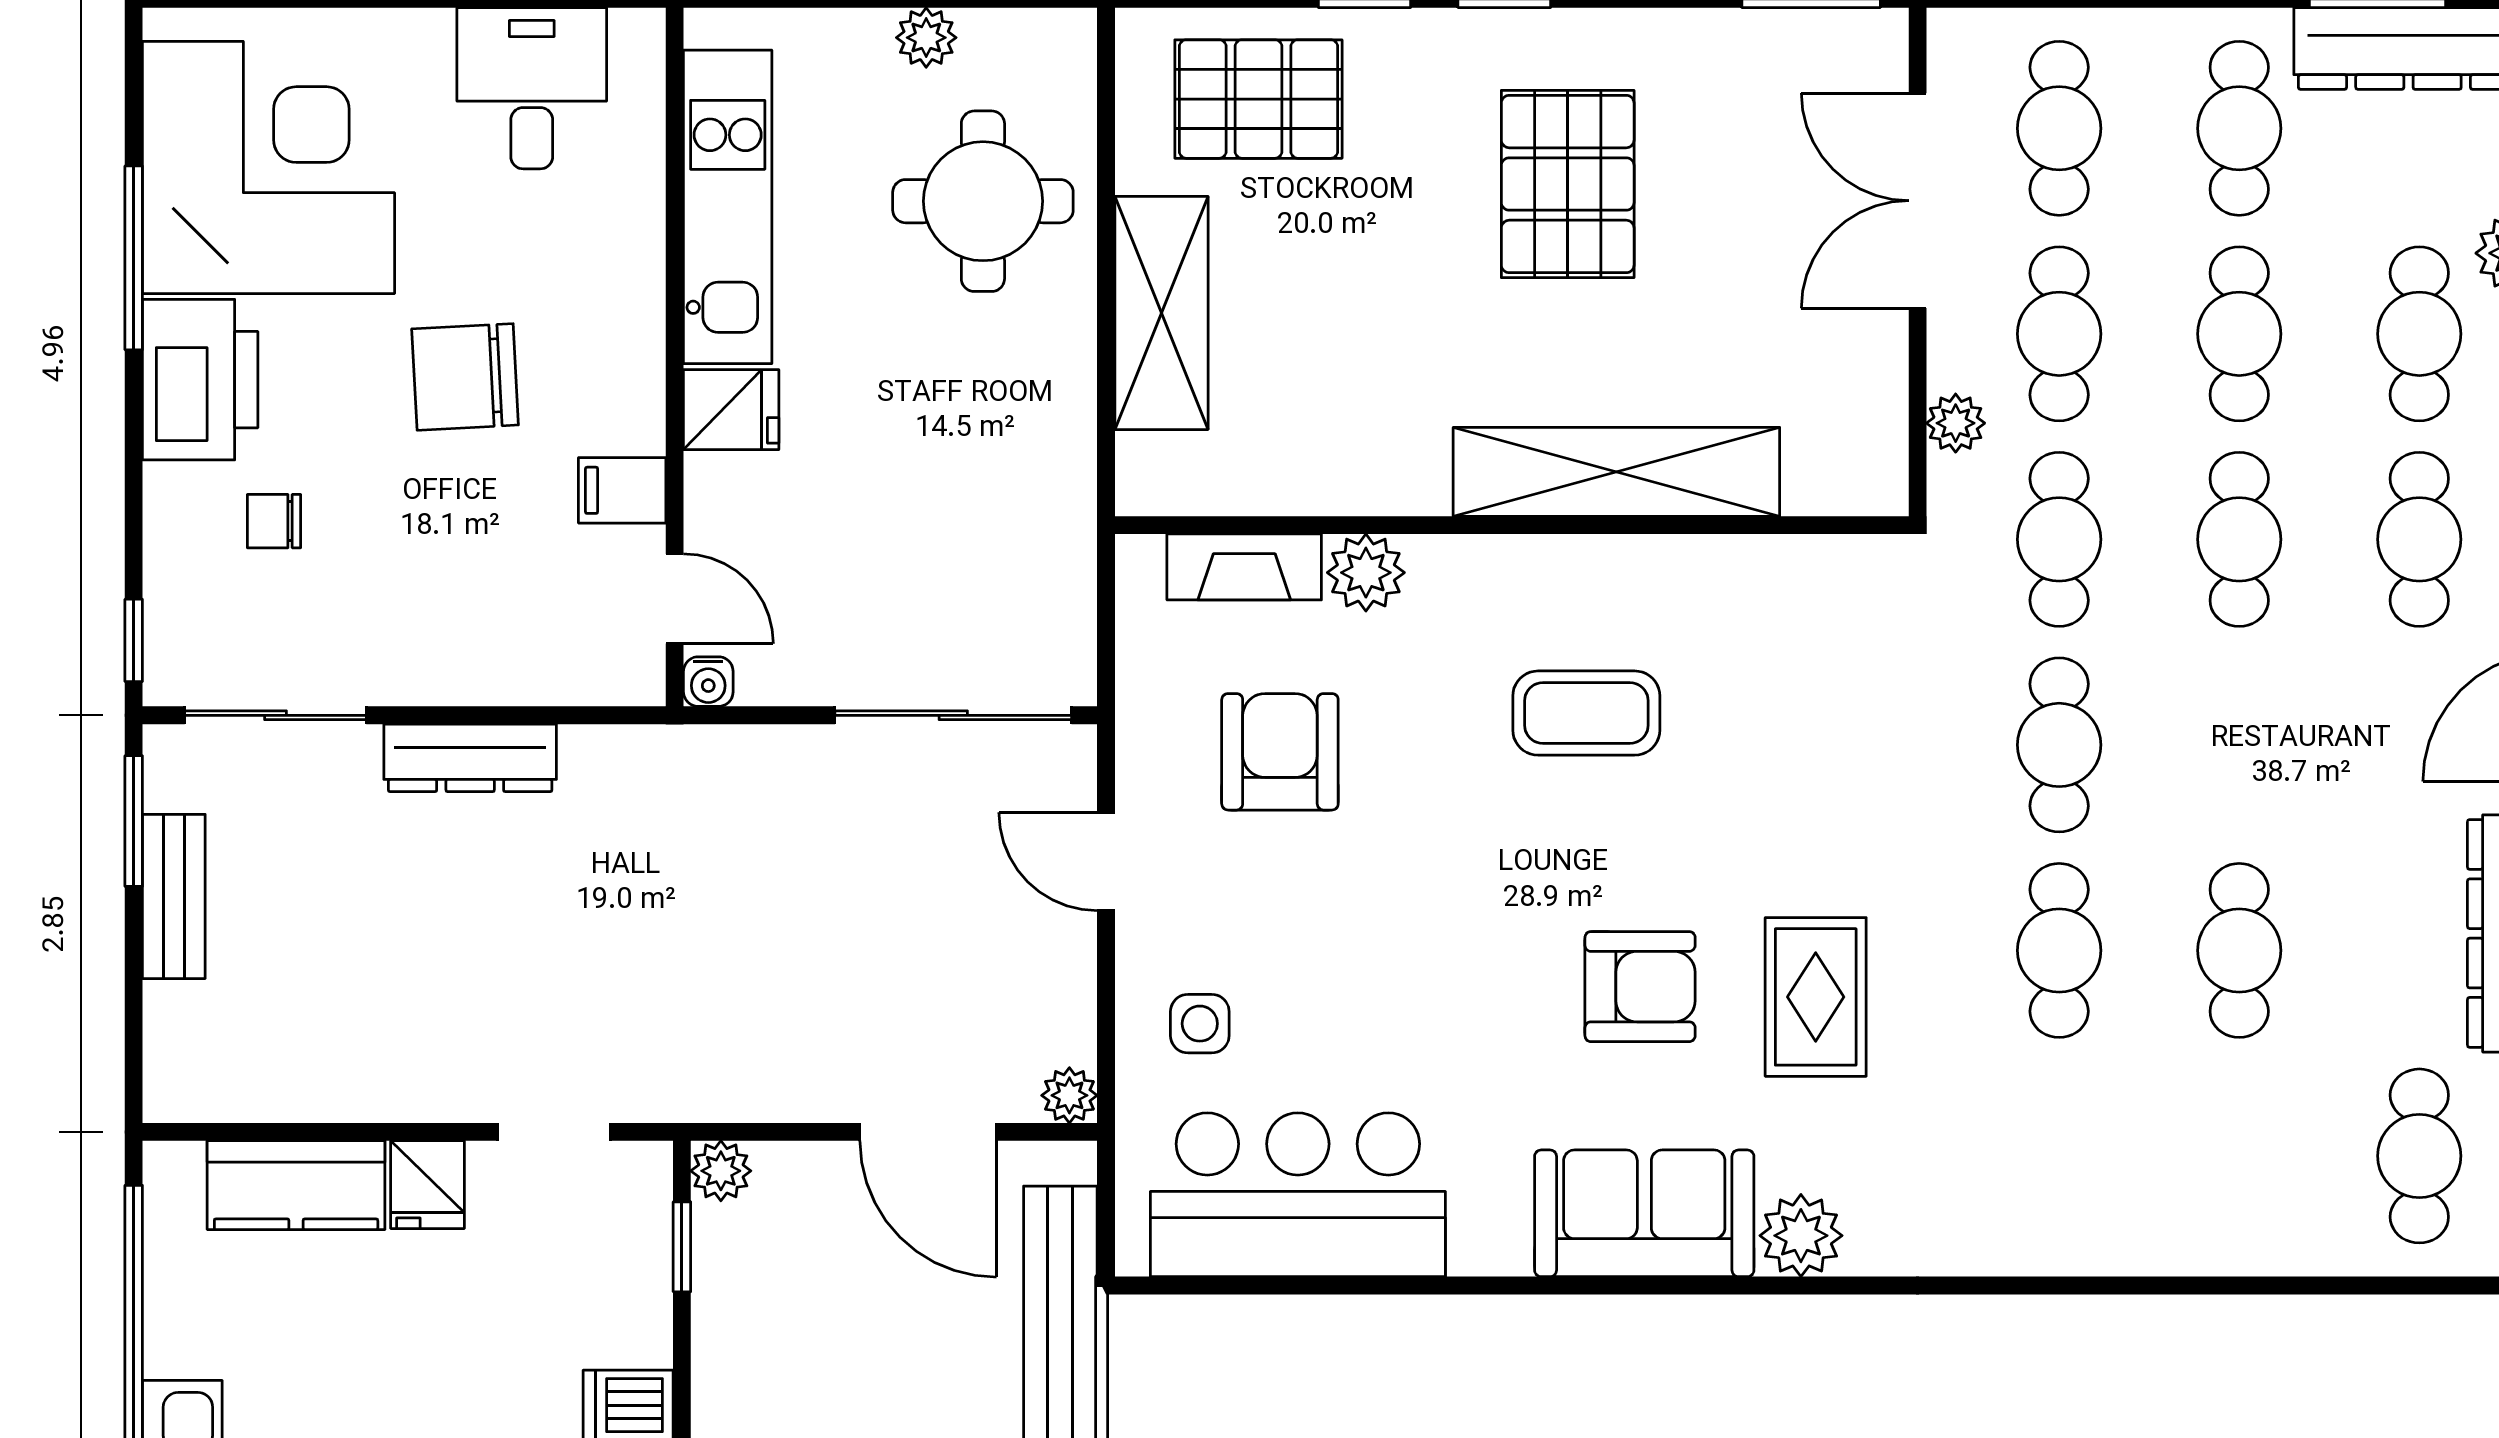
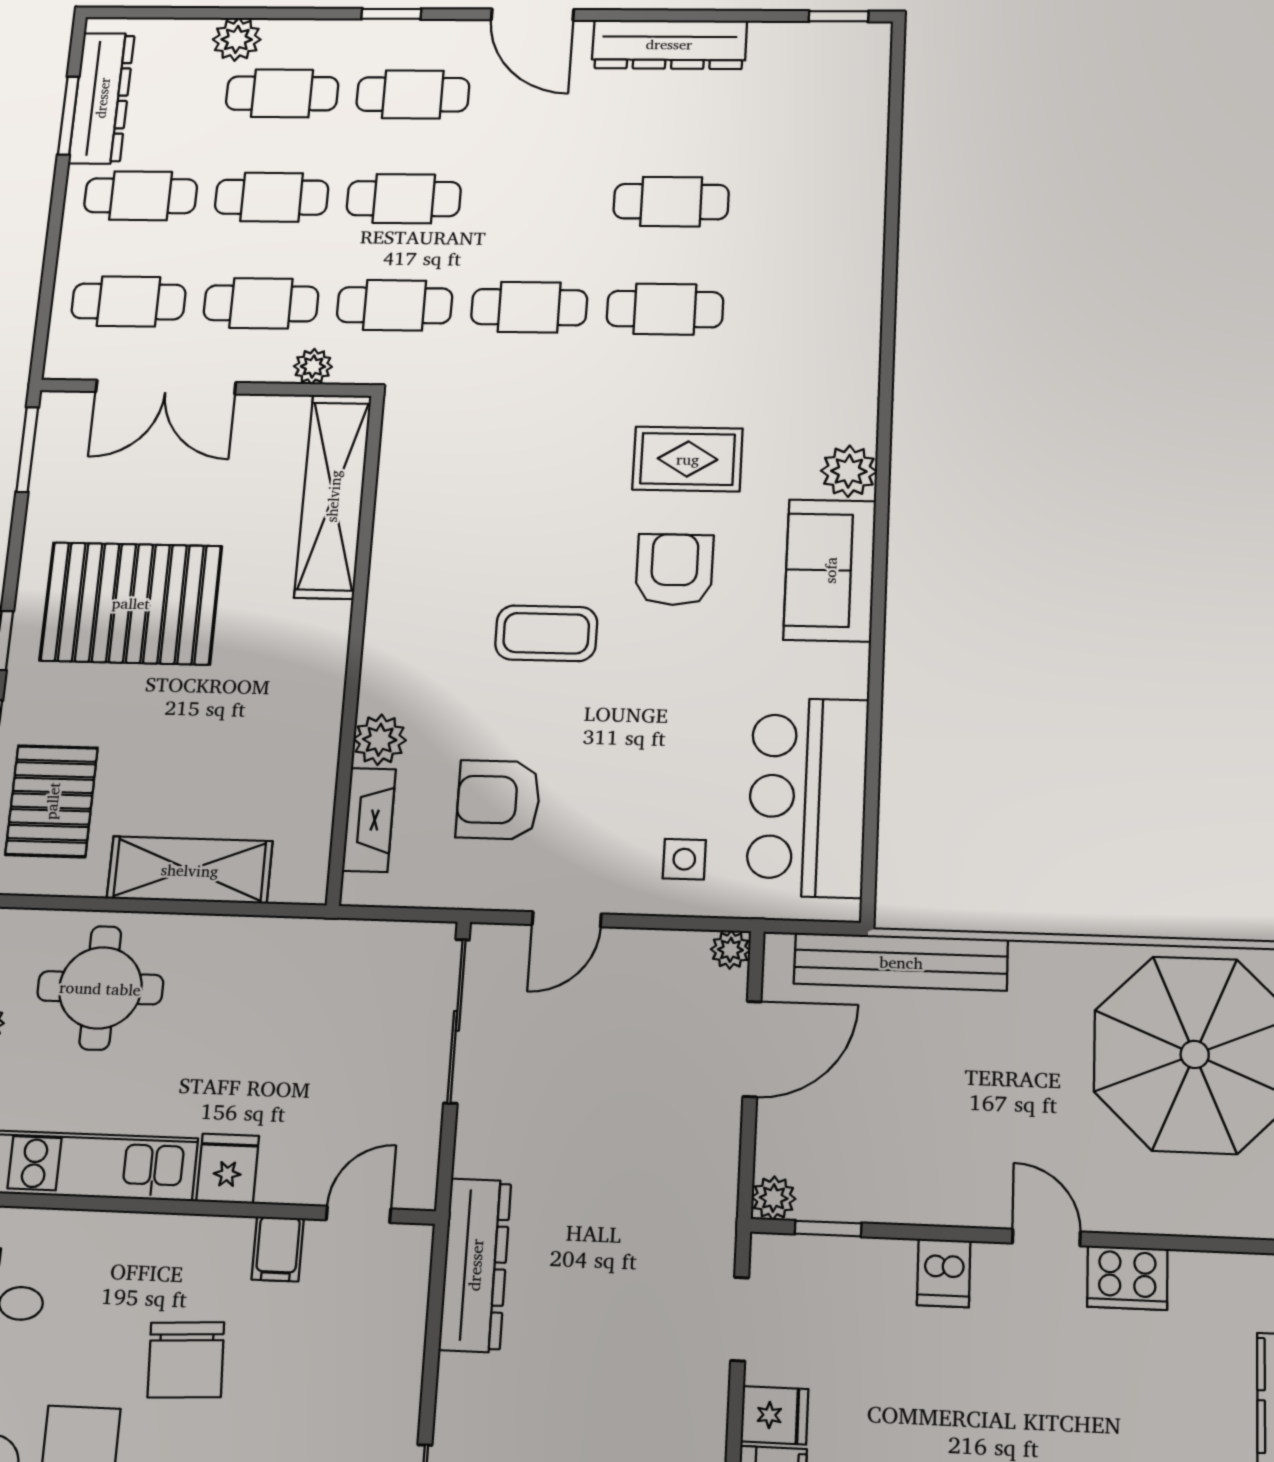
pallet: (1568, 184) -> (131, 603), width x1.37, depth x1.41
shelving: (1616, 472) -> (333, 496), moved
water cooler: (708, 682) -> (420, 1193), removed
coffee table: (1586, 713) -> (546, 633), moved, turned 90
dresser: (470, 758) -> (475, 1265), moved, width x1.37, depth x1.24
cafe table: (2419, 1156) -> (811, 98), removed

